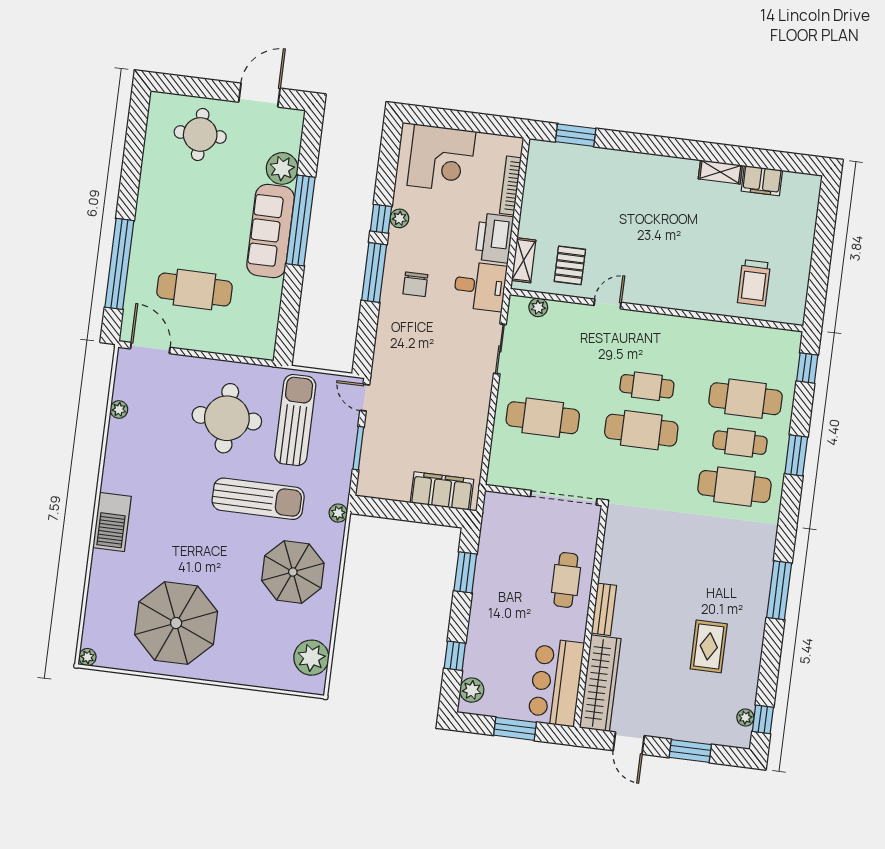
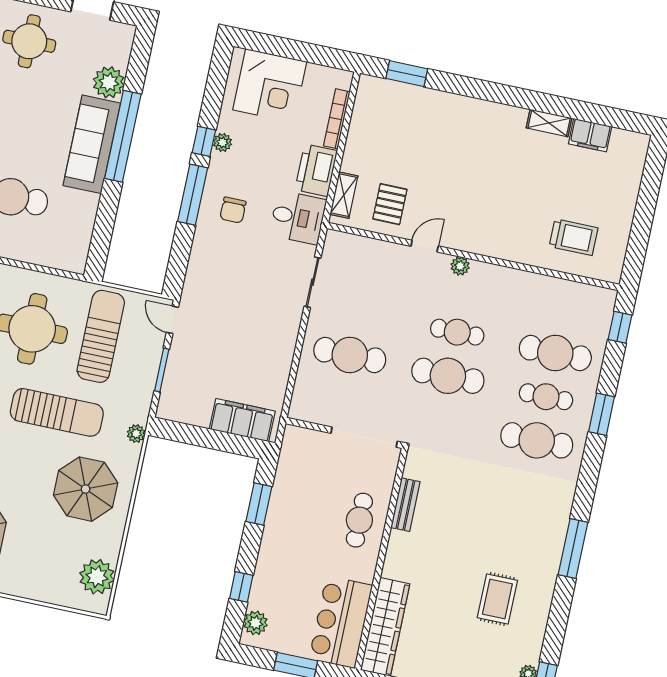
trolley: (754, 283) -> (574, 237), turned -90
plant: (538, 307) -> (460, 266), moved
bench: (604, 609) -> (405, 505), moved

